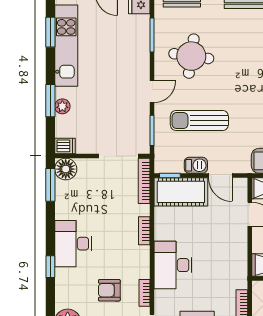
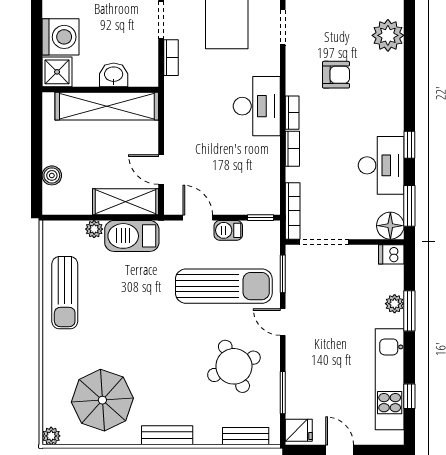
window: (50, 32) -> (409, 396), width x0.67
round table: (191, 56) -> (234, 366), turned -32
door: (152, 92) -> (283, 322), hinge flipped
sun lounger: (199, 121) -> (224, 286), width x1.36, depth x1.34
cot: (181, 192) -> (247, 197), removed
desk: (73, 244) -> (381, 165), moved
window: (50, 267) -> (409, 145), moved
bookcase: (145, 293) -> (292, 113), moved

